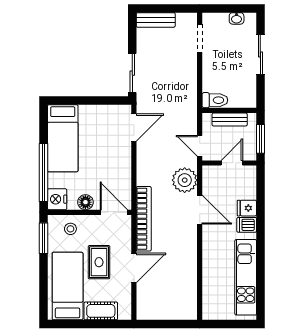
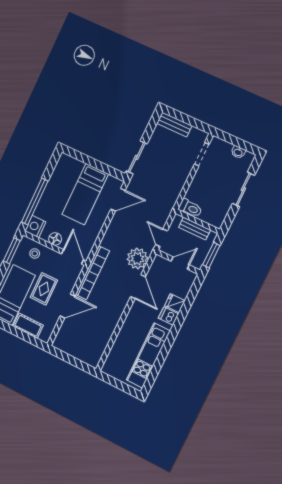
bed: (63, 138) -> (85, 194), moved

